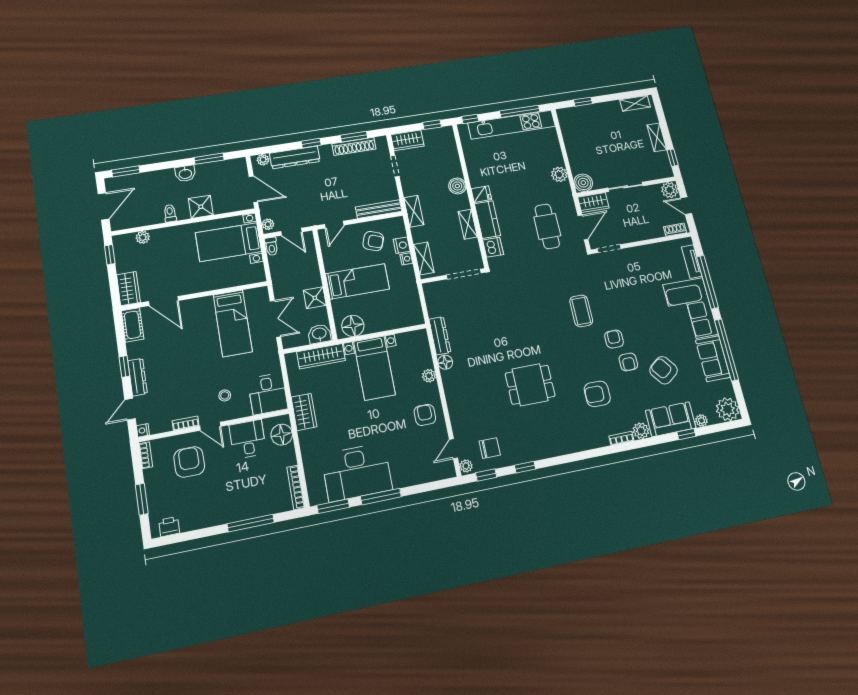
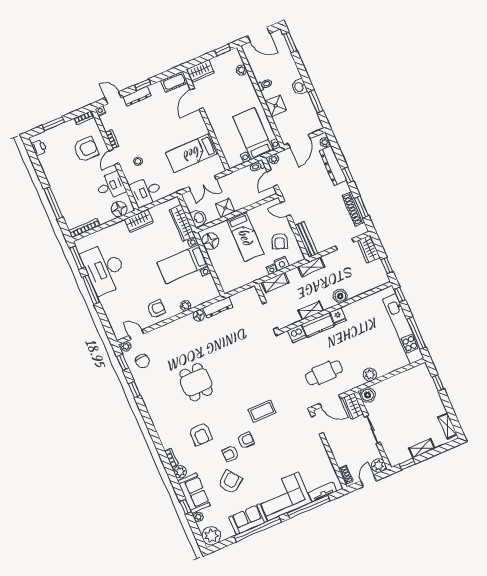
armchair: (597, 394) -> (201, 434), turned 180

